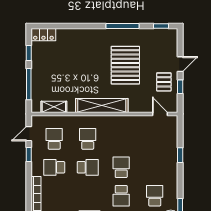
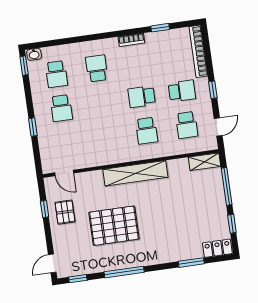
window: (66, 26) -> (191, 263), added
door: (180, 64) -> (52, 263), moved
pallet: (125, 65) -> (114, 226), turned 90
shelving: (54, 107) -> (205, 162), moved
window: (29, 155) -> (213, 90), moved
school desk: (121, 167) -> (61, 108), moved

